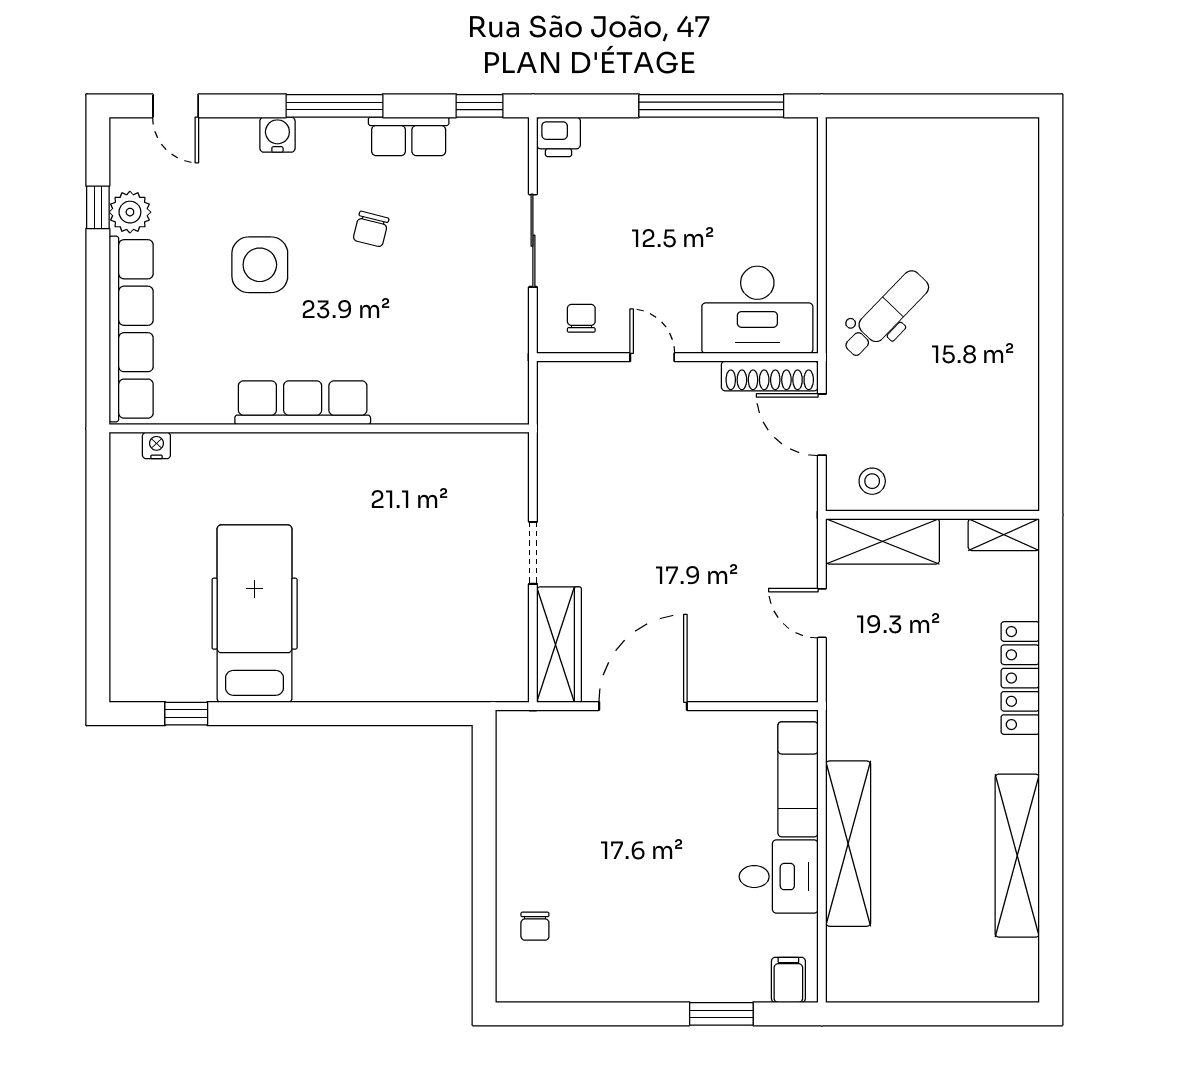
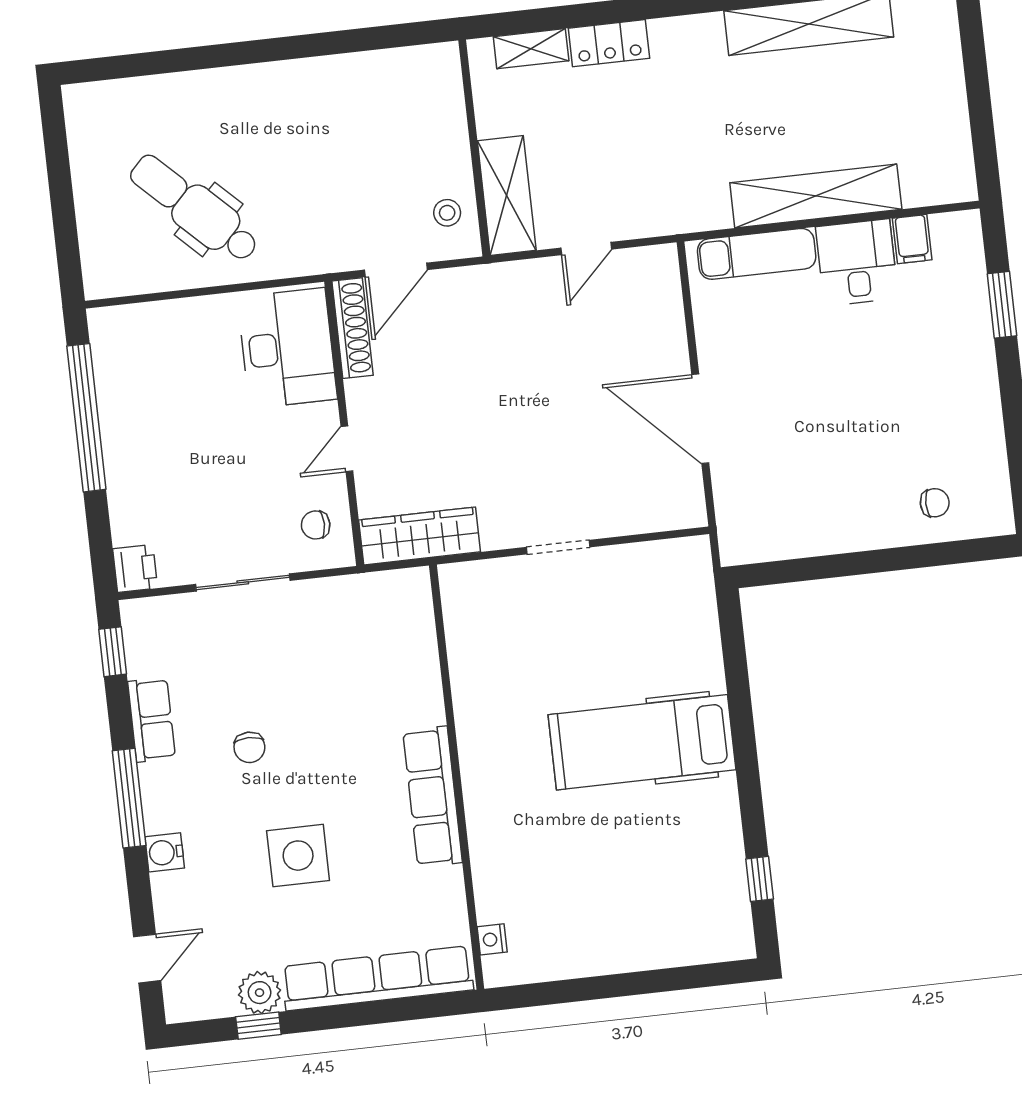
chair: (371, 229) -> (249, 747), turned 76
dental chair: (886, 314) -> (194, 208), moved, width x1.36, depth x1.38
shelving: (1004, 535) -> (531, 49), moved, turned 90
hospital bed: (255, 614) -> (642, 742), moved
wardrobe: (559, 645) -> (420, 536), moved
locker: (1020, 678) -> (609, 43), width x0.66
filing cabinet: (788, 980) -> (912, 239), moved, turned -90

